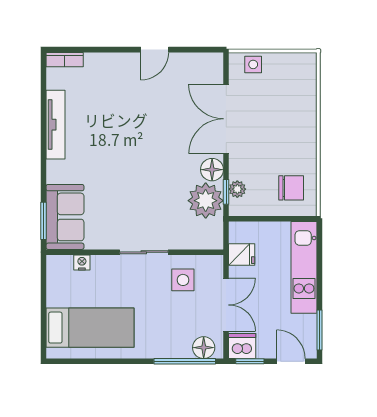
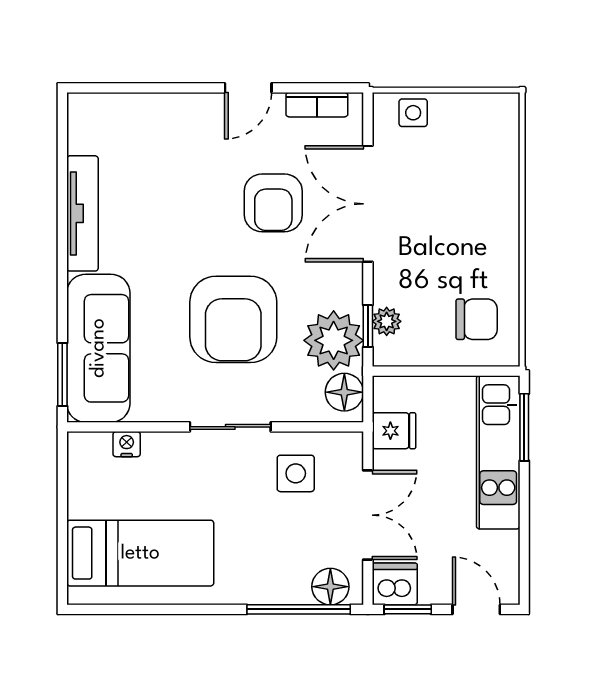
bookcase: (65, 60) -> (317, 105), moved
armchair: (170, 118) -> (273, 203), added
floor lamp: (212, 170) -> (344, 392), moved
armchair: (146, 188) -> (233, 319), added
sofa: (65, 217) -> (98, 348), width x1.36
window: (320, 330) -> (524, 427), moved

